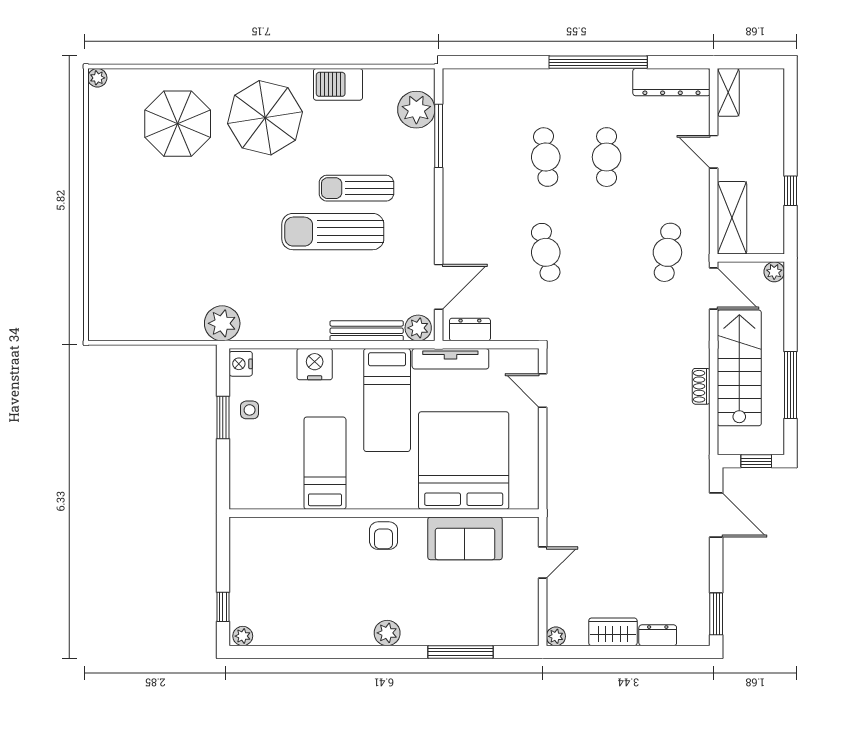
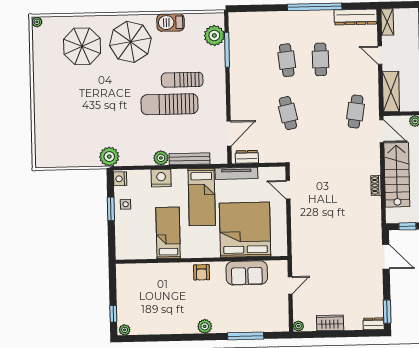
plant: (418, 328) -> (161, 158), moved
dresser: (658, 635) -> (374, 324), moved

